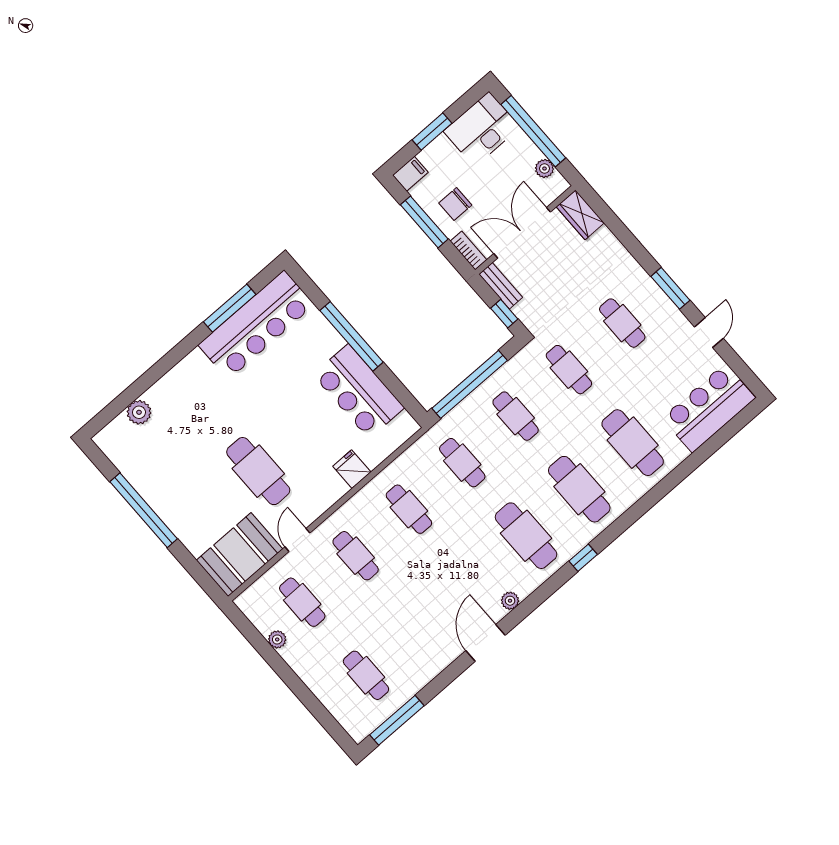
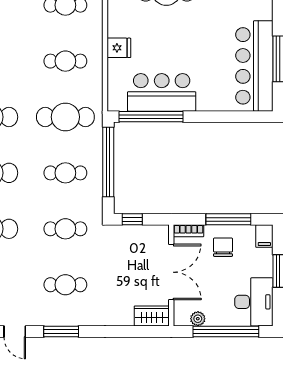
bench: (501, 286) -> (151, 232), removed
window: (351, 336) -> (151, 117), moved
cafe table: (462, 463) -> (65, 117), width x1.37, depth x1.35

